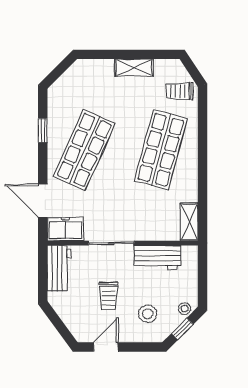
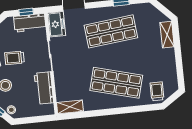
shelving: (134, 68) -> (167, 35), moved
shop shelf: (84, 150) -> (111, 31), turned -30
window: (43, 272) -> (26, 12), added

